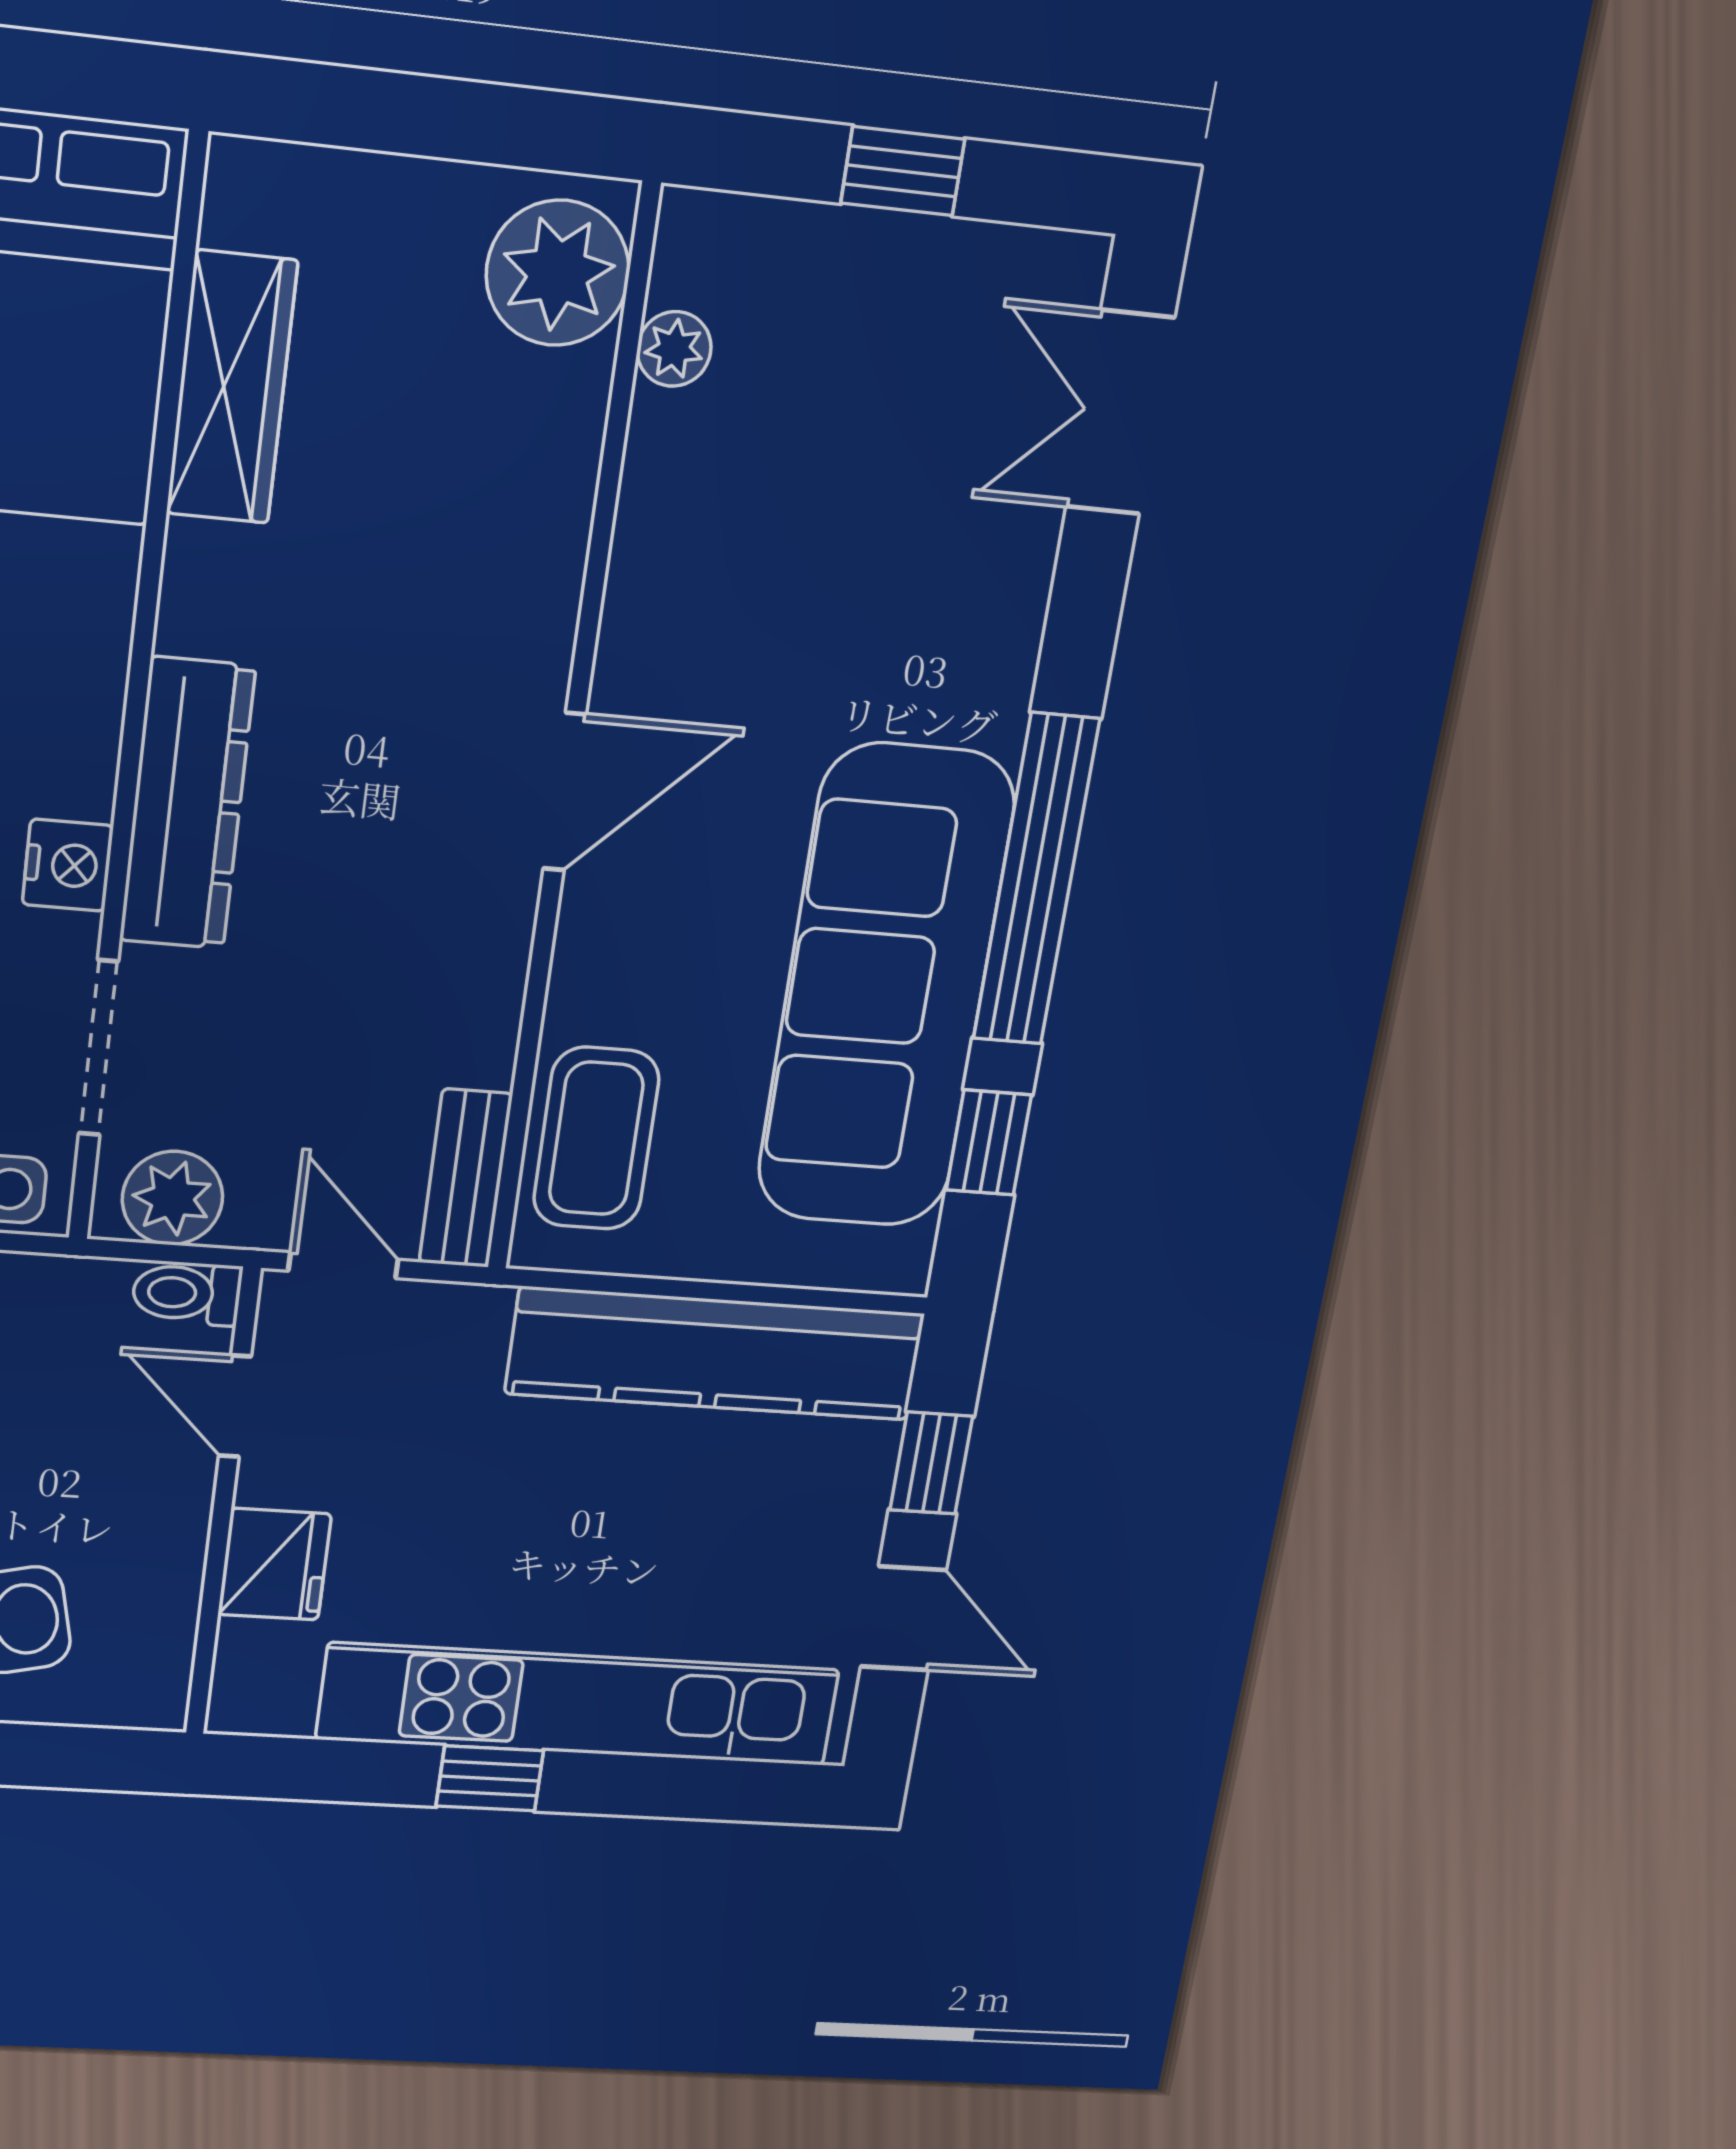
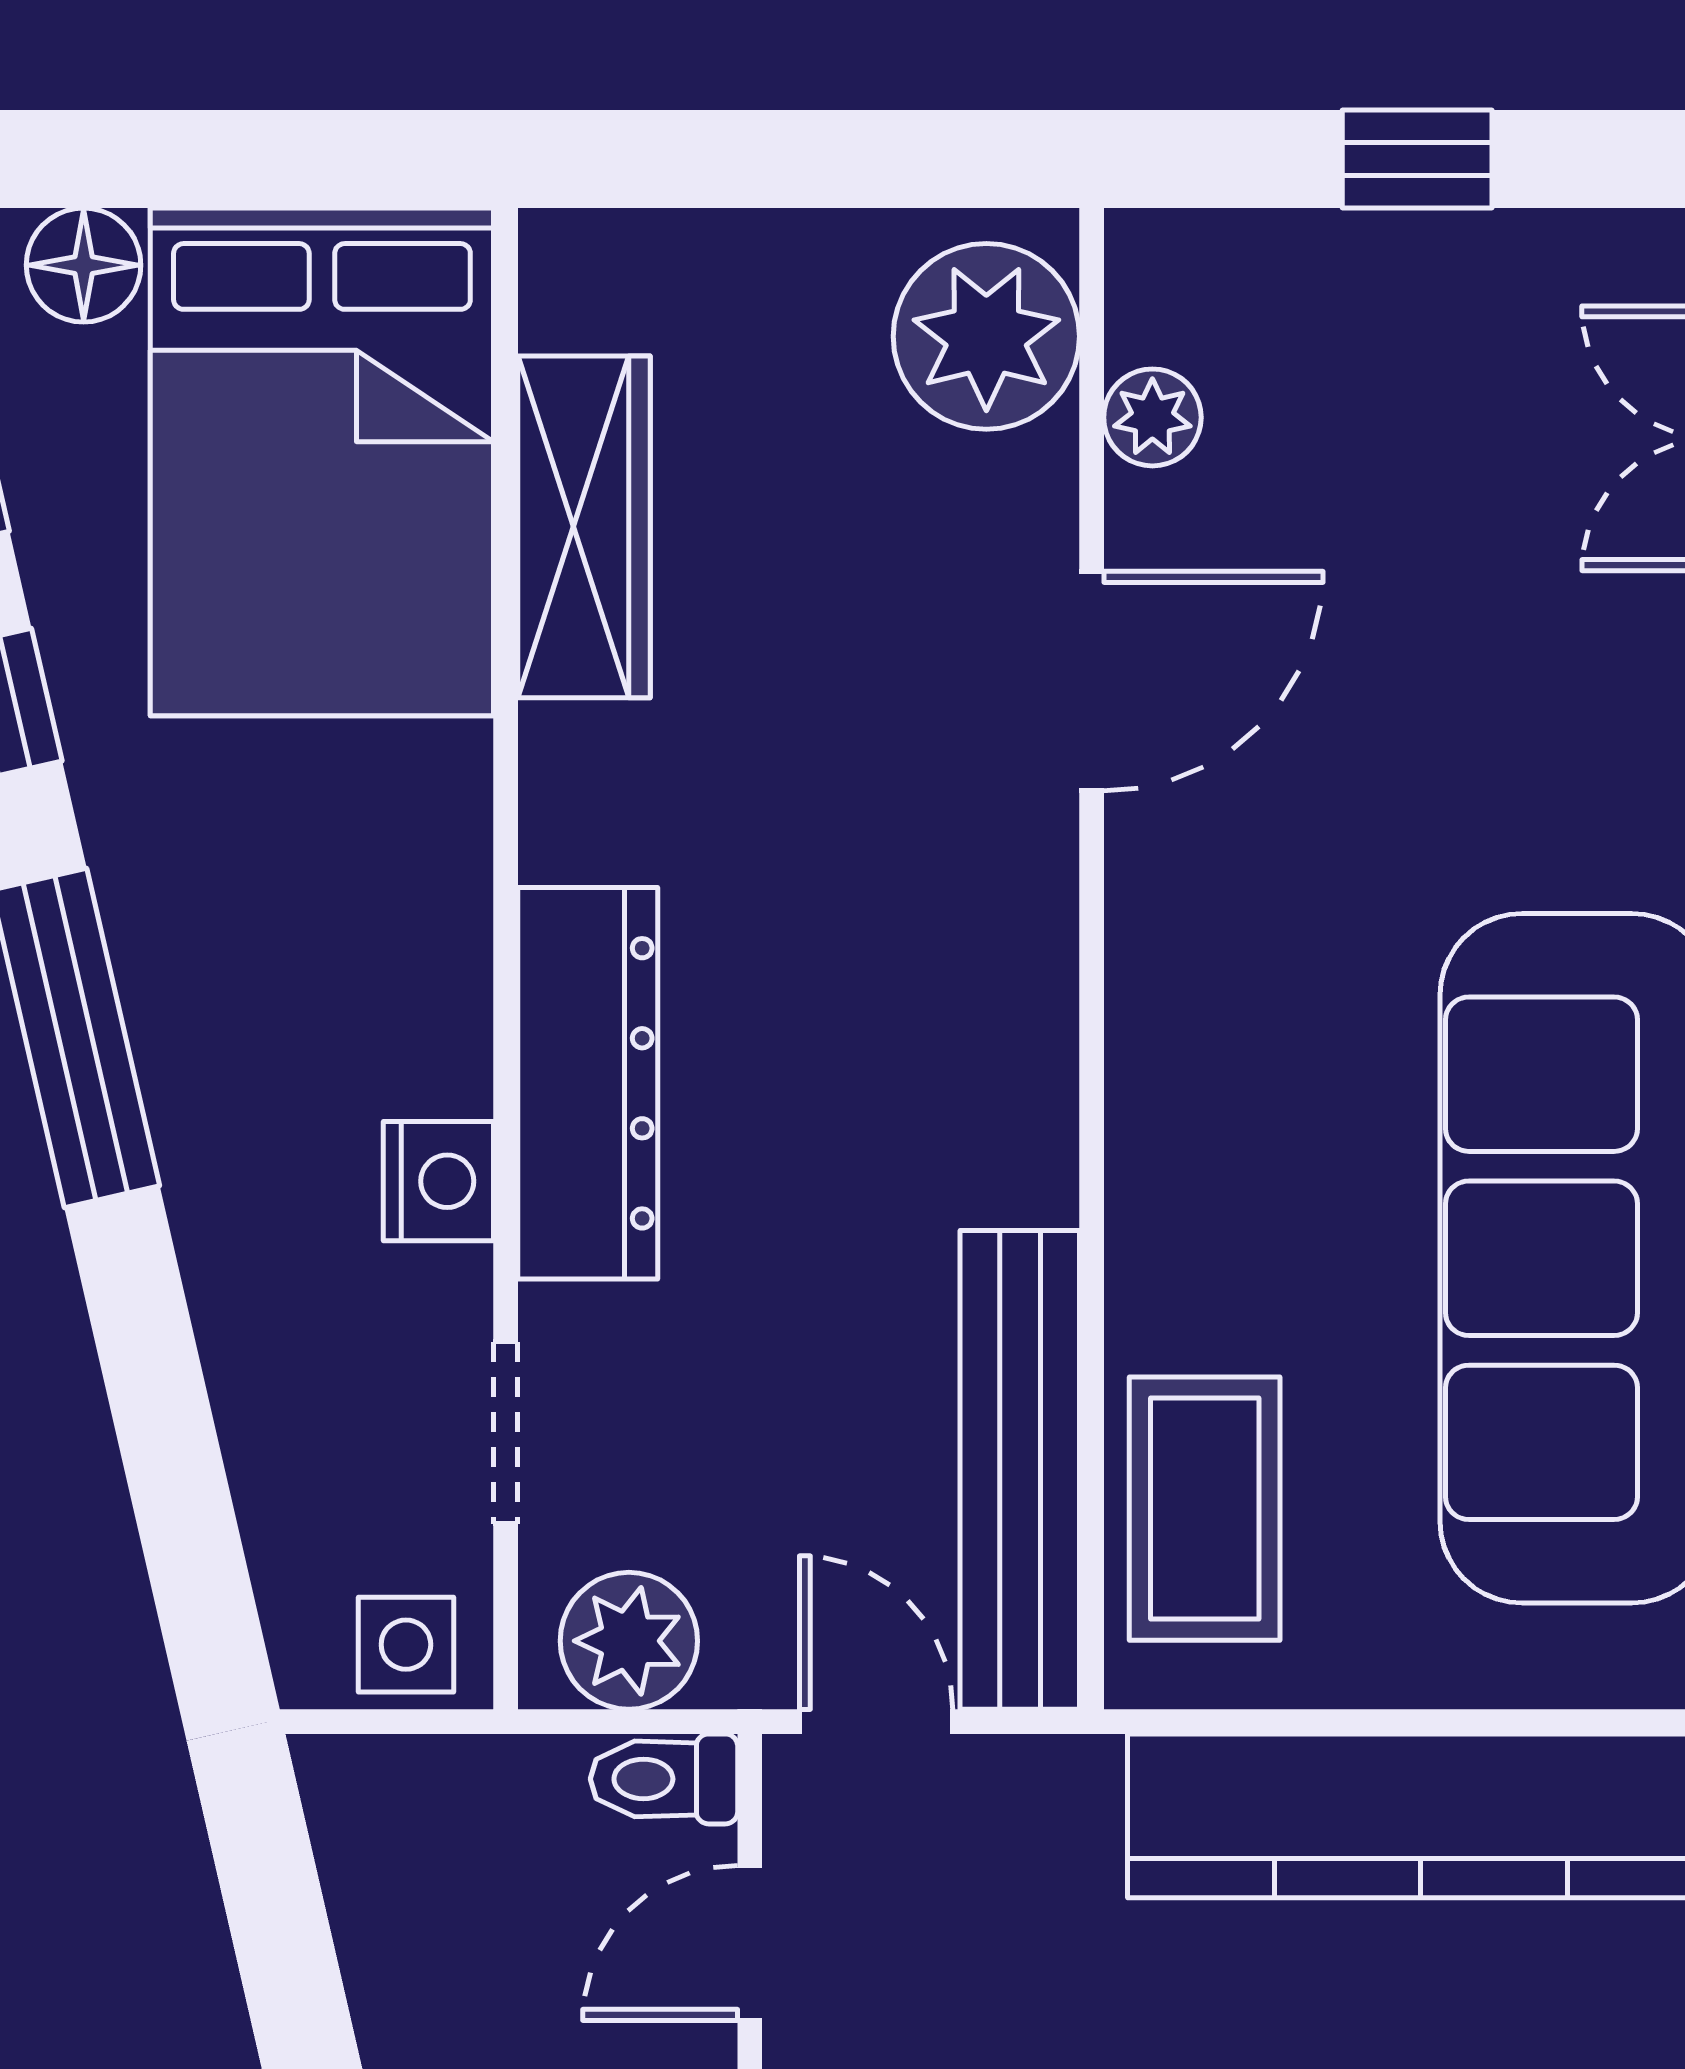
door: (565, 792) -> (1092, 681), moved
doorway: (99, 1048) -> (506, 1433), width x0.73
bench: (466, 1178) -> (1020, 1470), width x1.86, depth x1.21
door: (235, 1406) -> (750, 1943), hinge flipped

